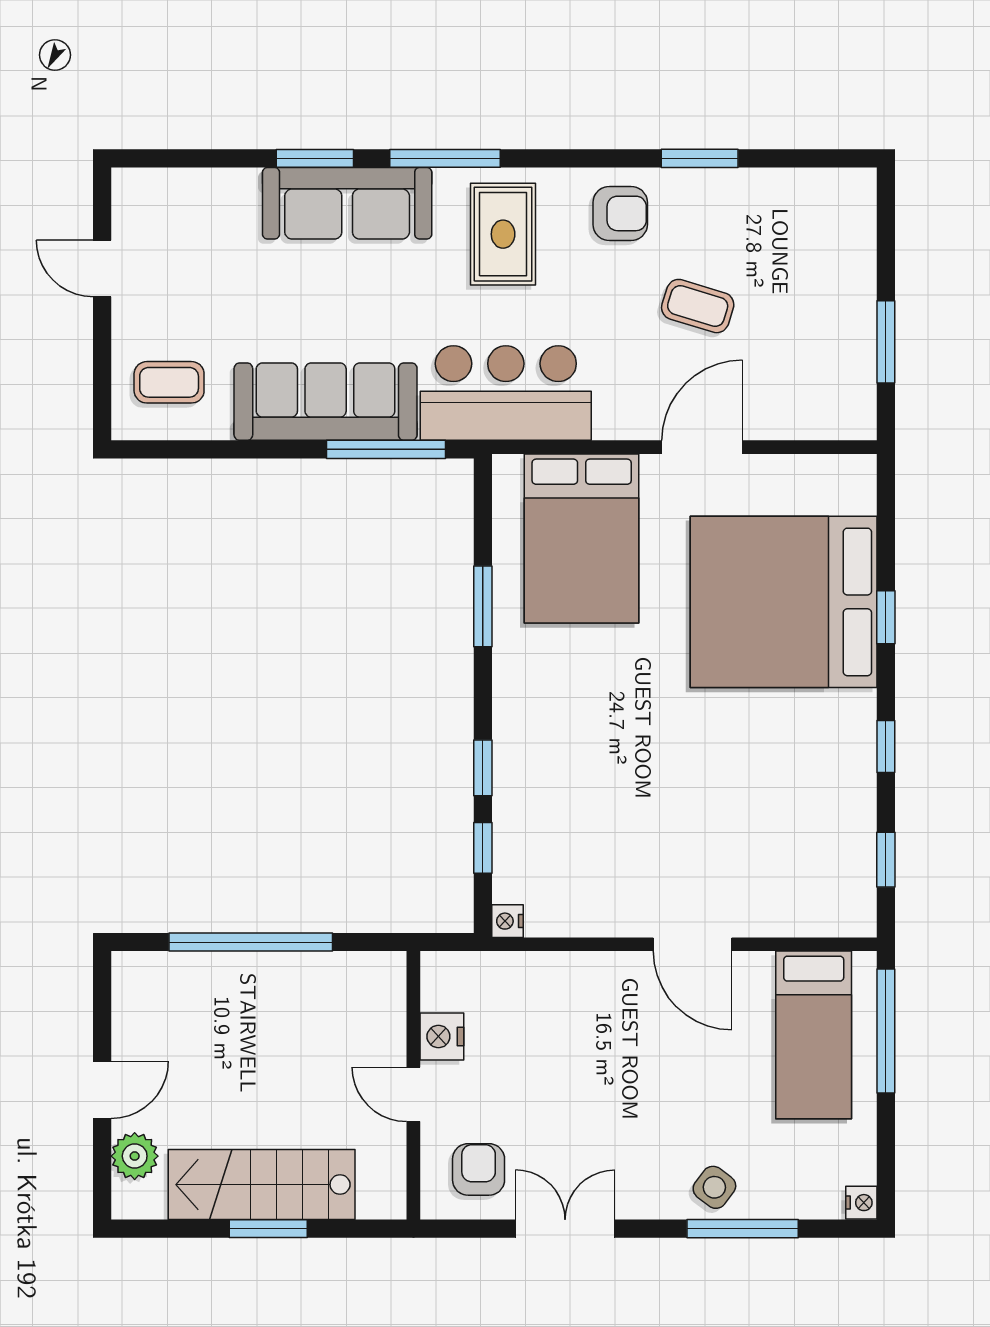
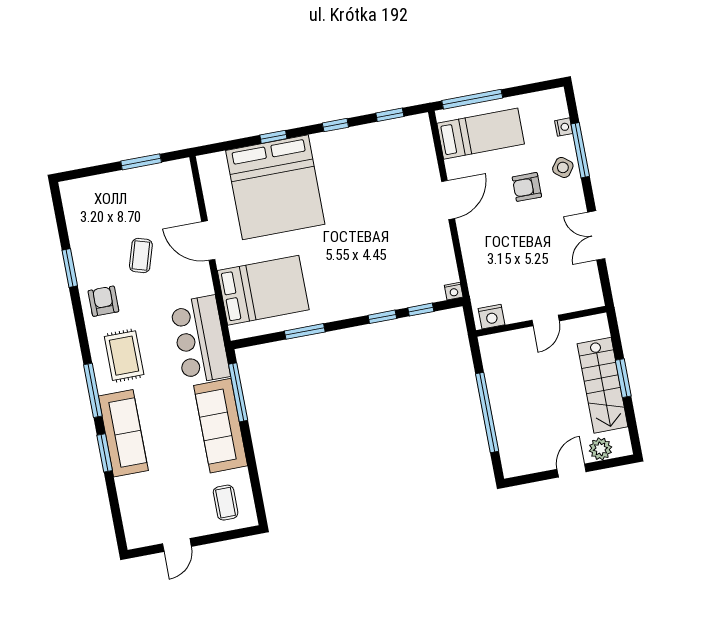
rug: (503, 234) -> (124, 356), turned 90
nightstand: (442, 1036) -> (492, 317), moved
door: (102, 1090) -> (572, 471), hinge flipped
armchair: (479, 1169) -> (527, 187), moved
nightstand: (861, 1203) -> (564, 127), moved, turned 90

